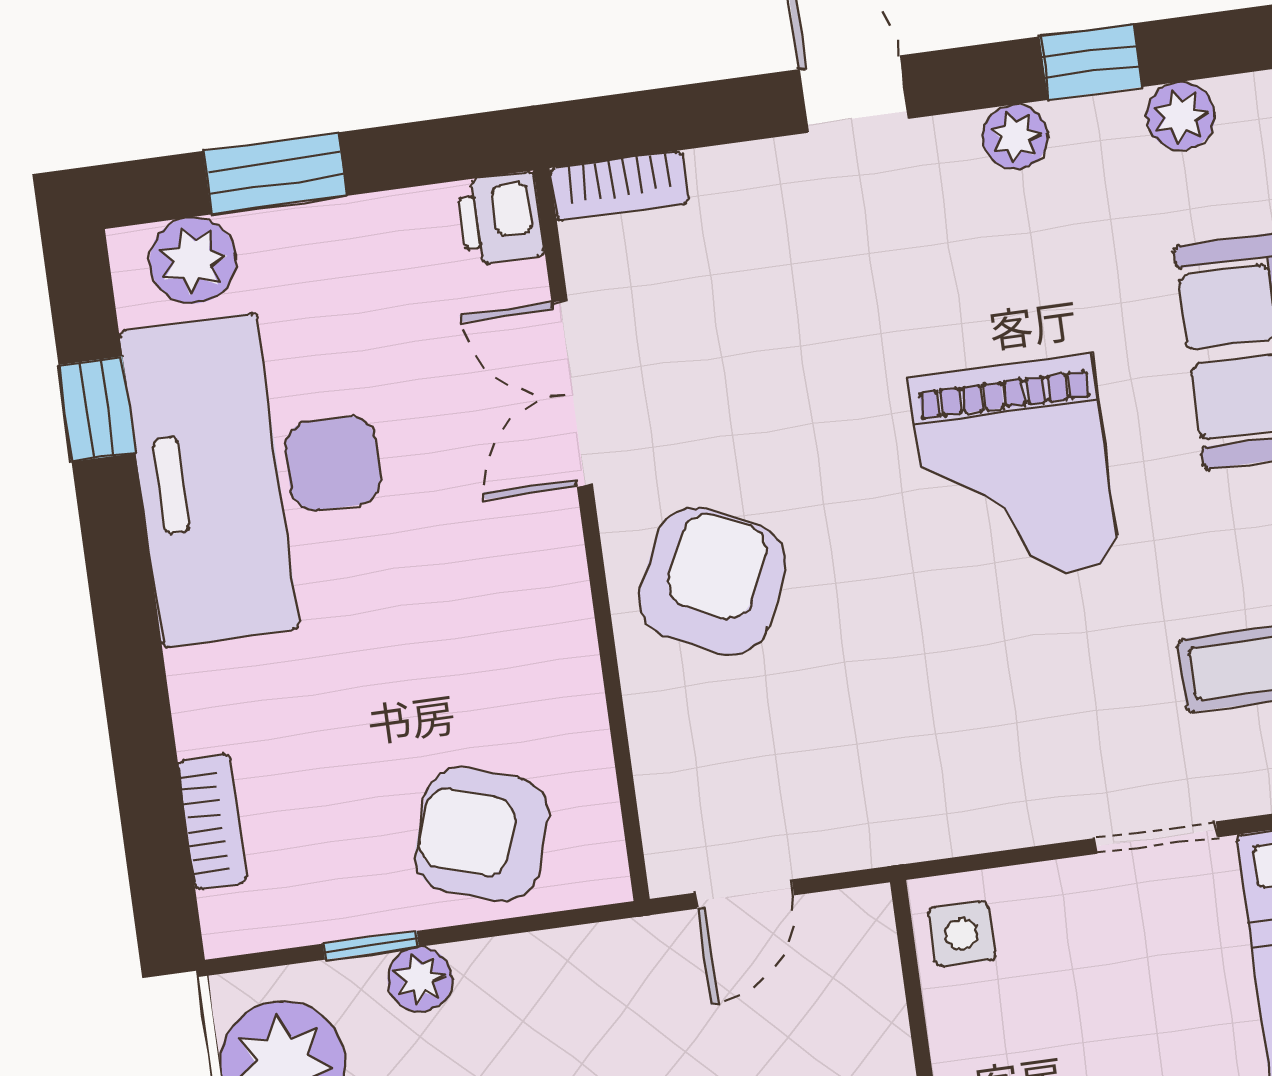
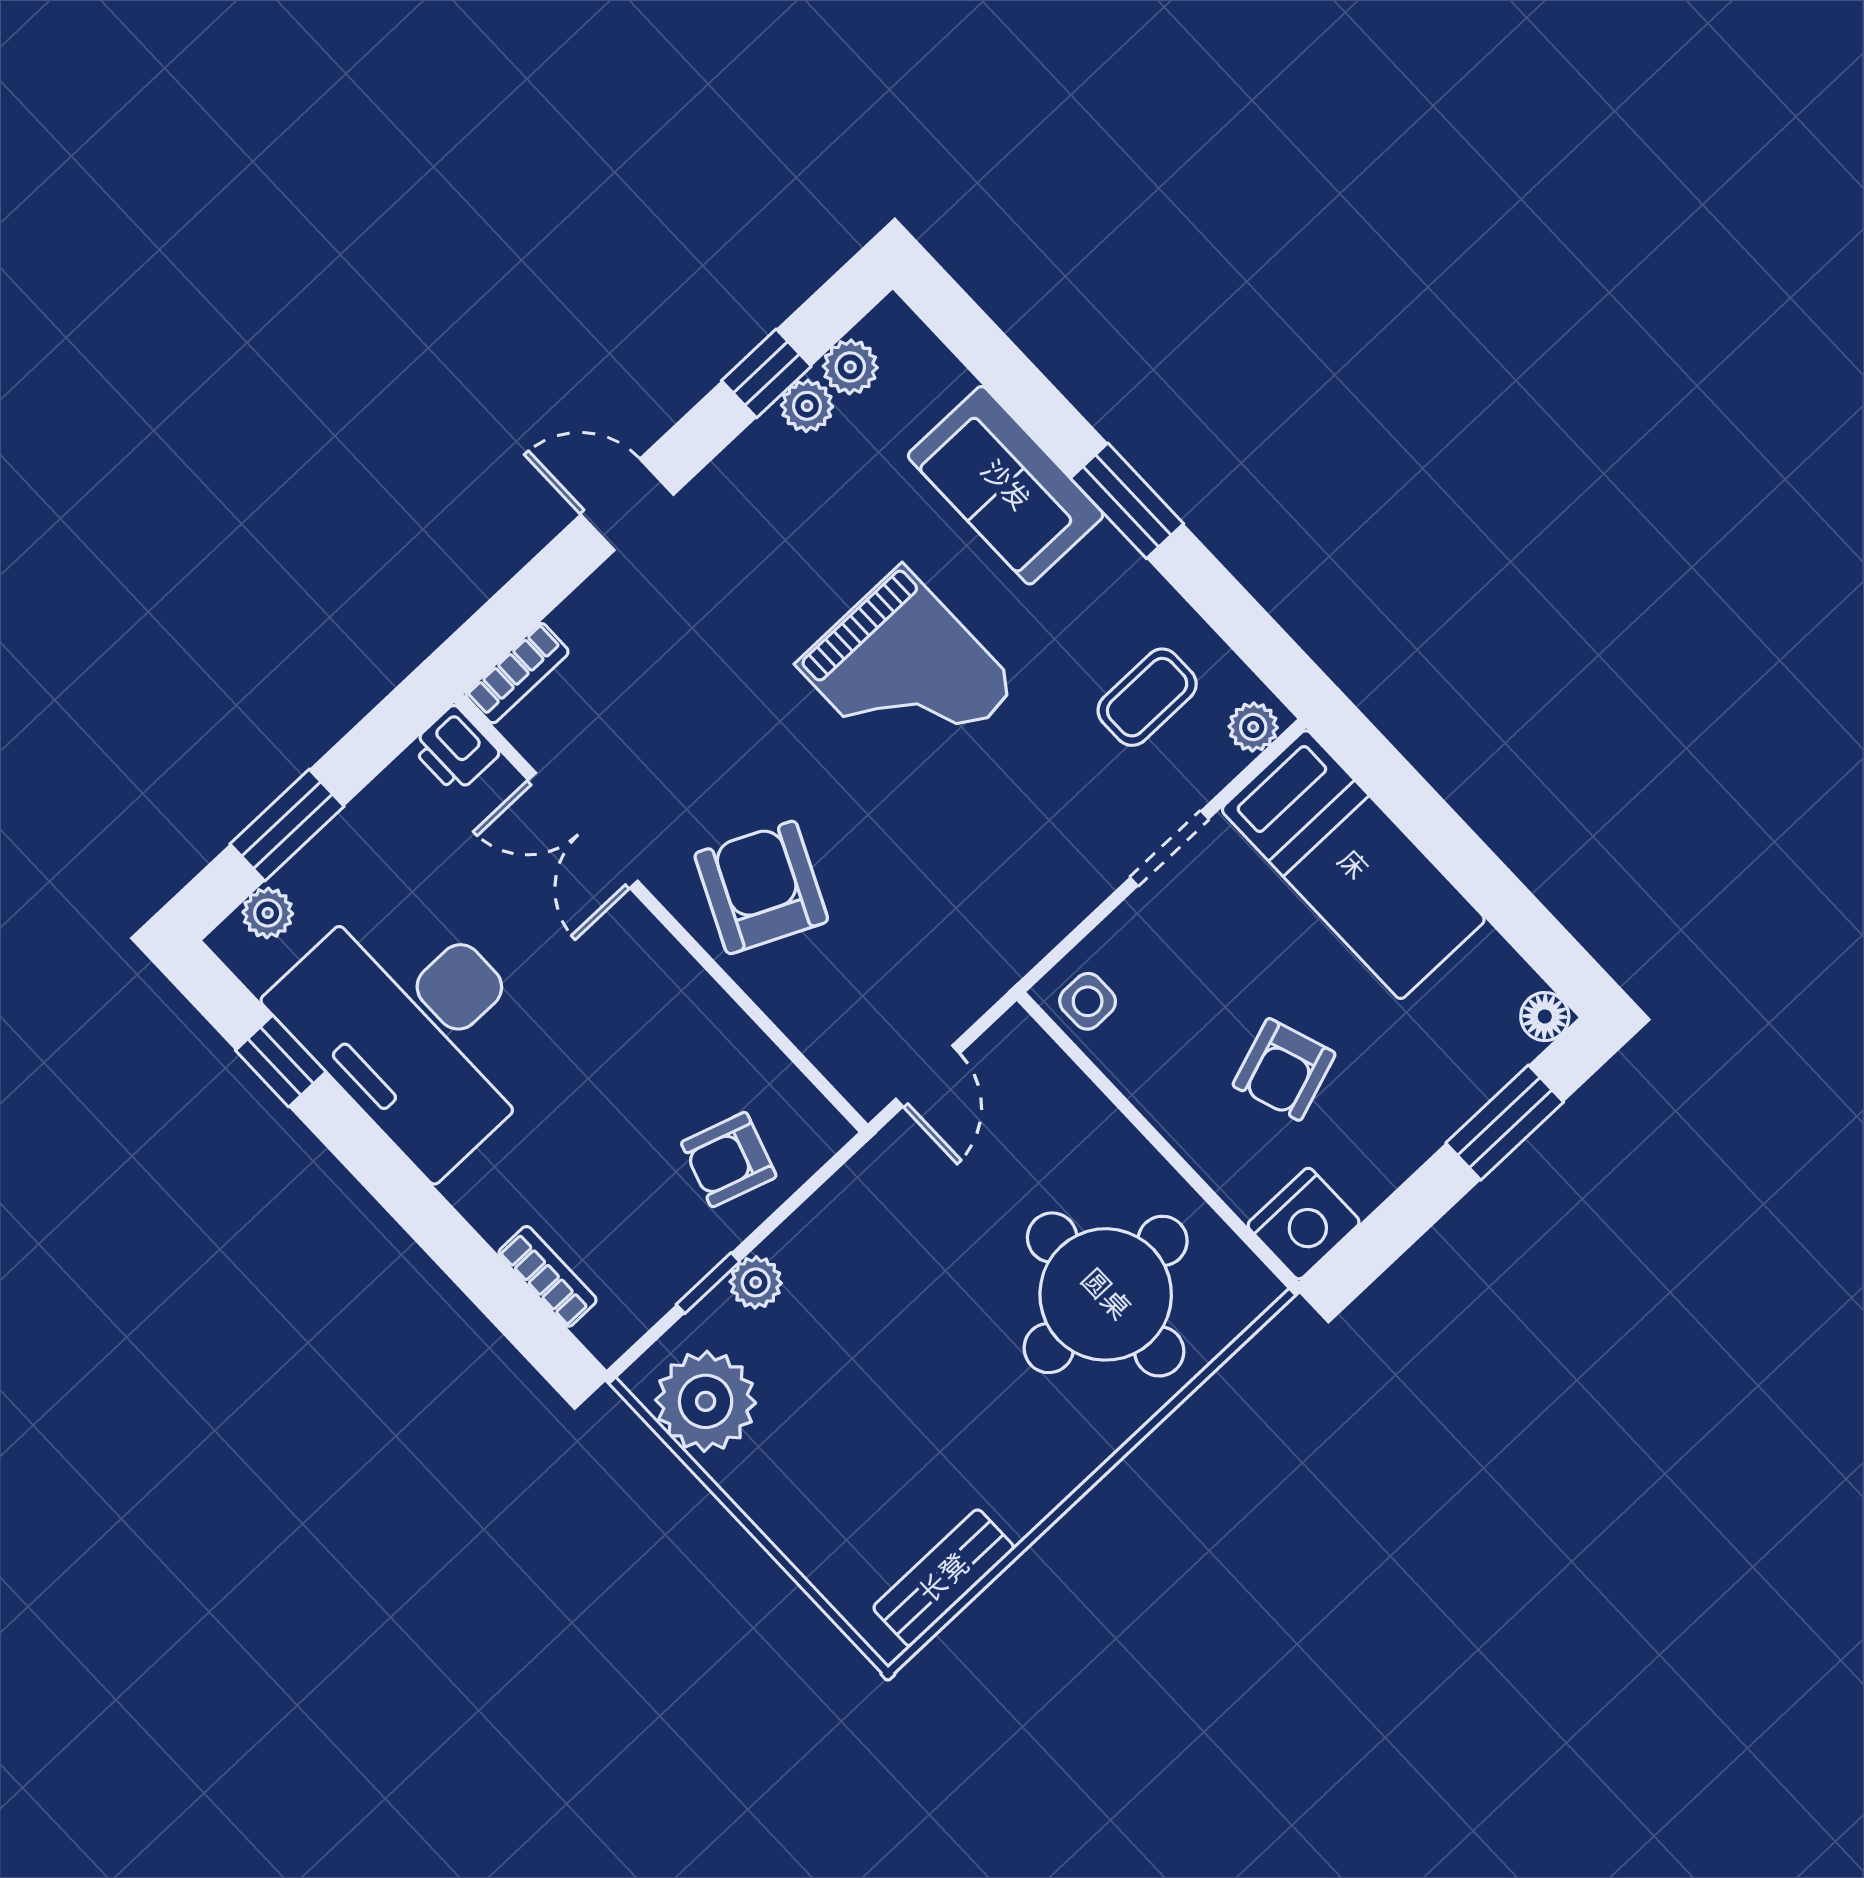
plant: (1015, 137) -> (807, 406), moved
plant: (193, 260) -> (268, 913), width x0.73, depth x0.73
armchair: (482, 835) -> (729, 1160), width x0.72, depth x0.72

